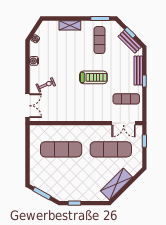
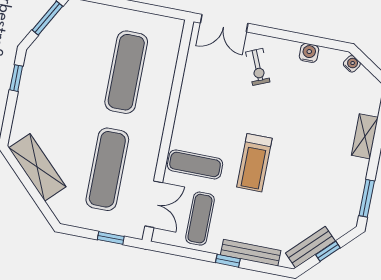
exercise mat: (99, 40) -> (195, 164), moved
double door: (124, 123) -> (154, 204), swing flipped

